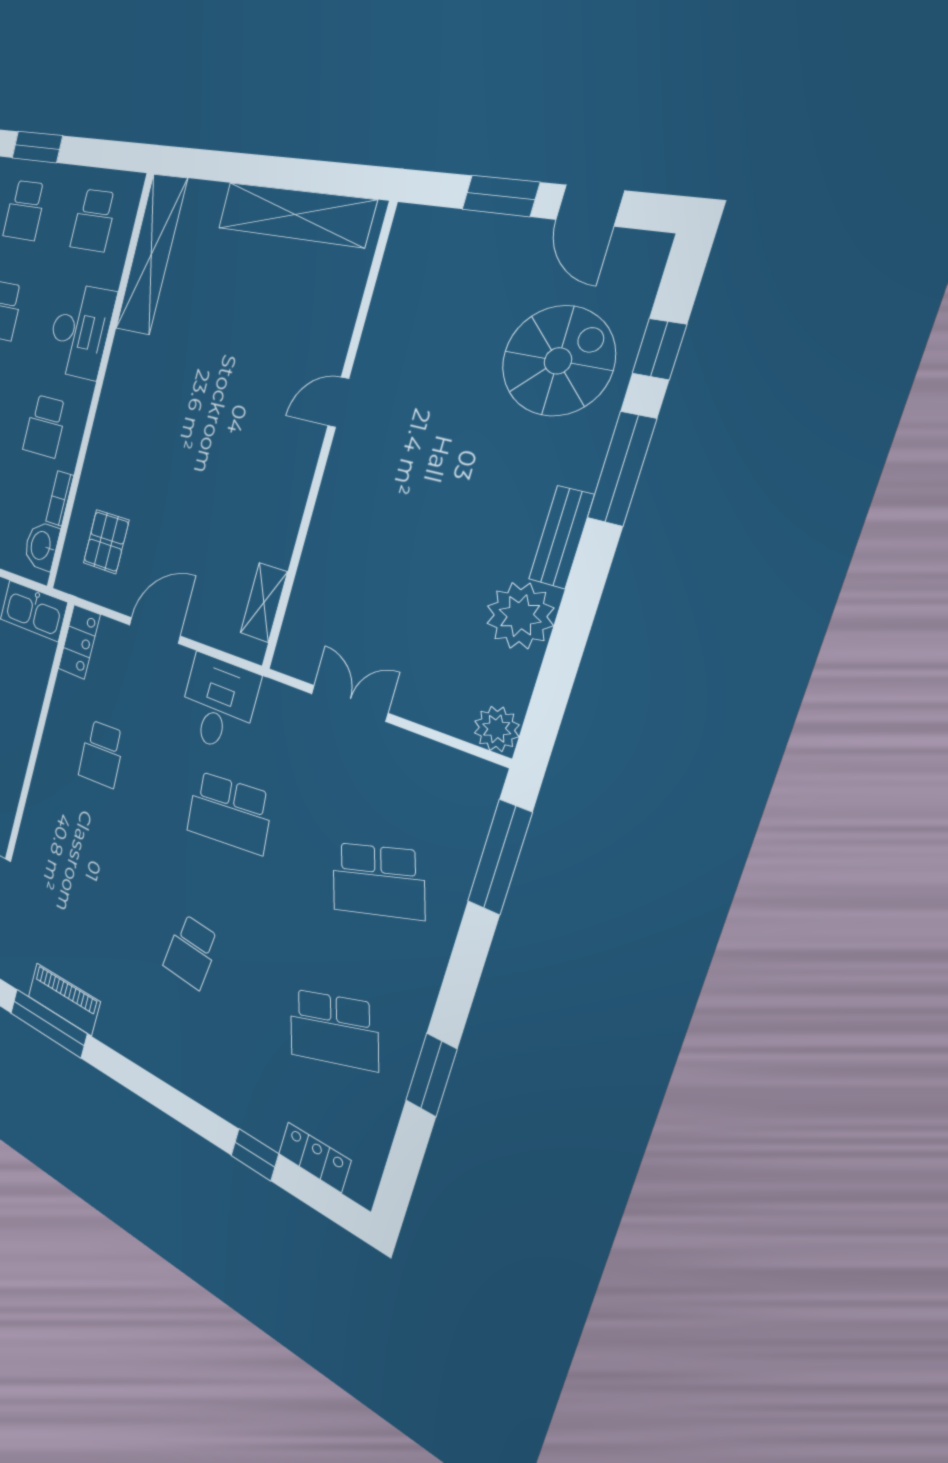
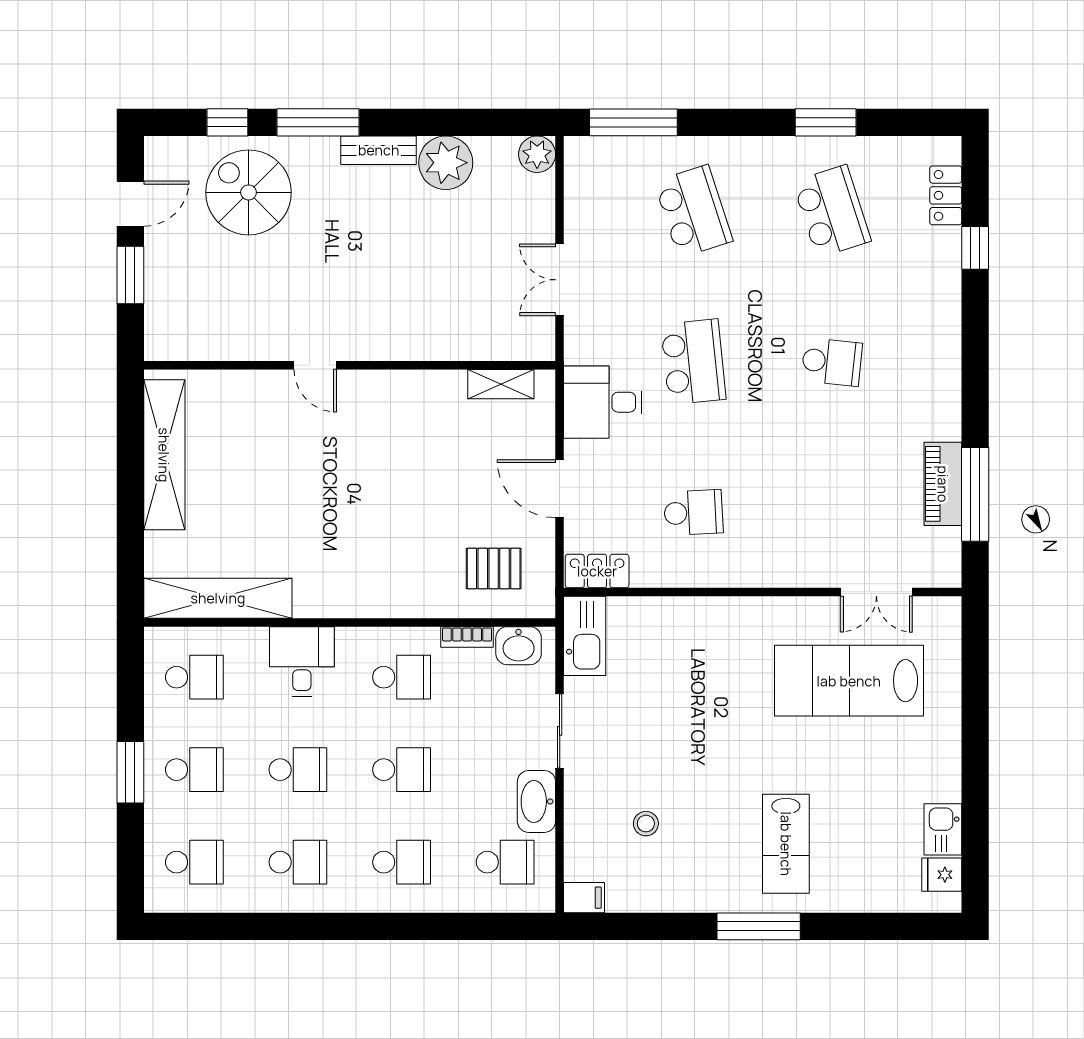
desk: (80, 331) -> (302, 661), width x0.73

